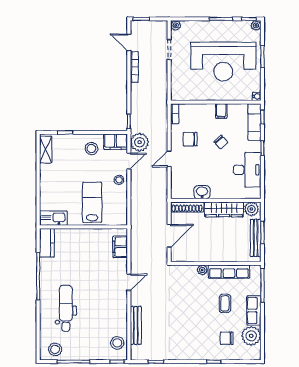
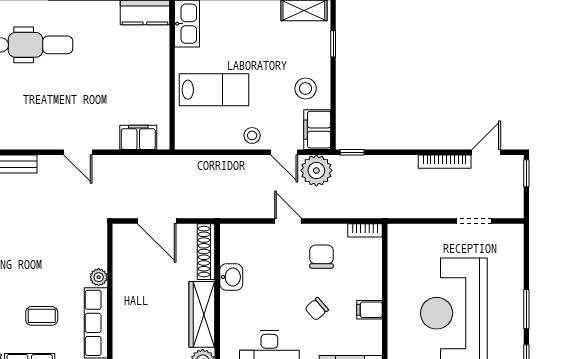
plant: (176, 25) -> (515, 232), removed

